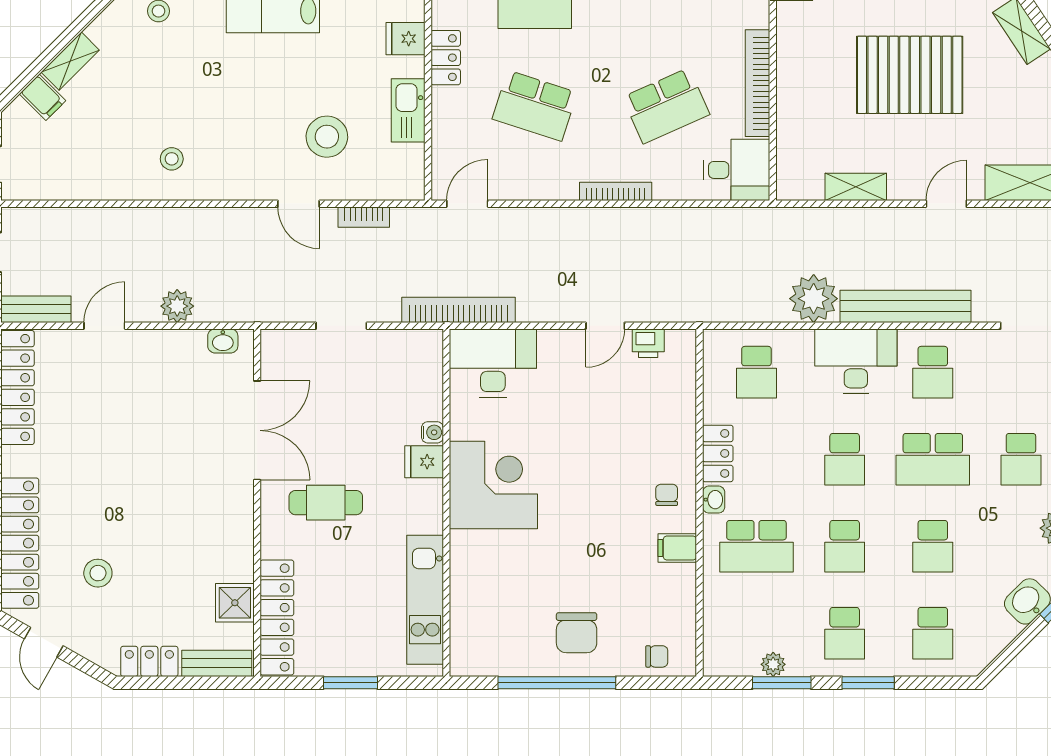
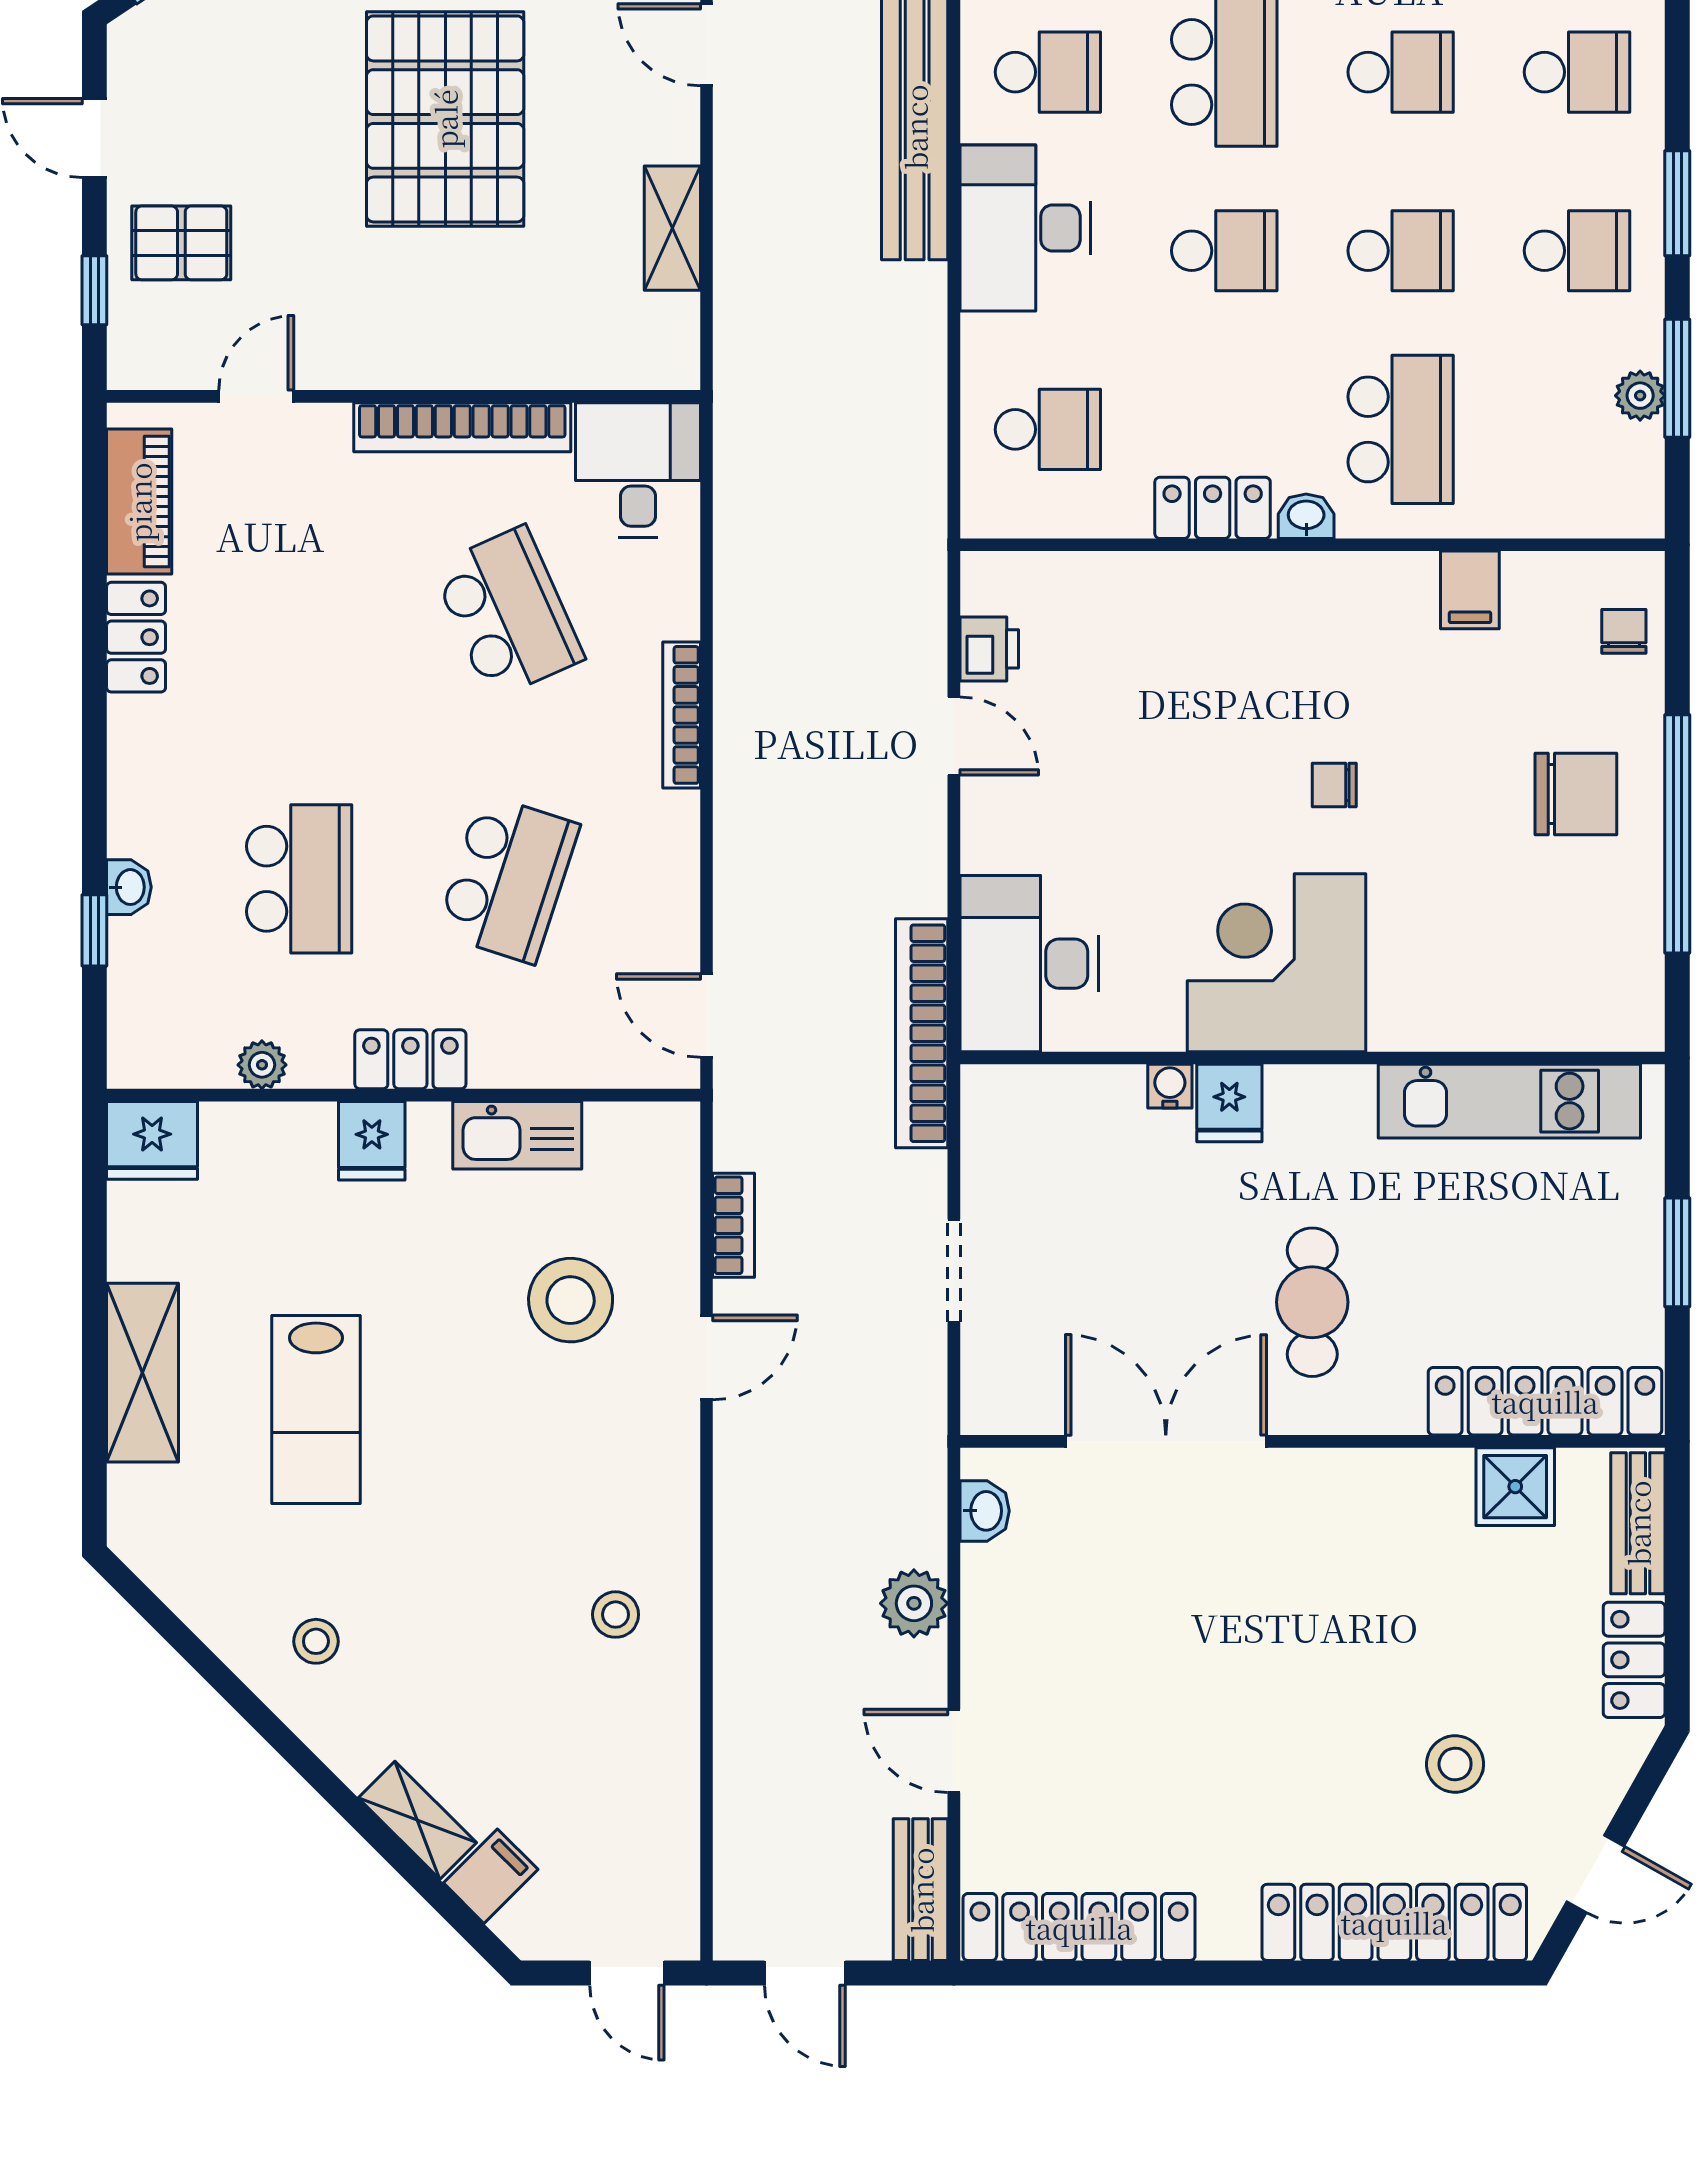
plant: (814, 299) -> (899, 314), removed
chair: (667, 495) -> (1334, 785), moved
filing cabinet: (677, 548) -> (1470, 590), moved

